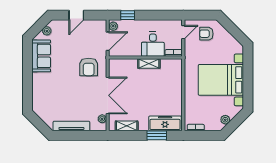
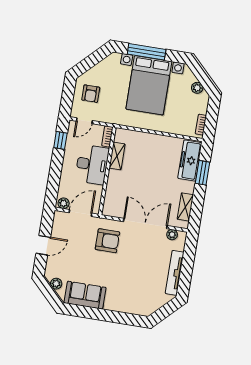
door: (76, 15) -> (43, 245), hinge flipped
window: (128, 15) -> (60, 140), moved
door: (183, 32) -> (84, 121), swing flipped
door: (108, 41) -> (80, 213), hinge flipped
desk: (153, 44) -> (92, 165), width x1.37
shelving: (149, 64) -> (117, 156), moved
window: (248, 74) -> (147, 52), added

